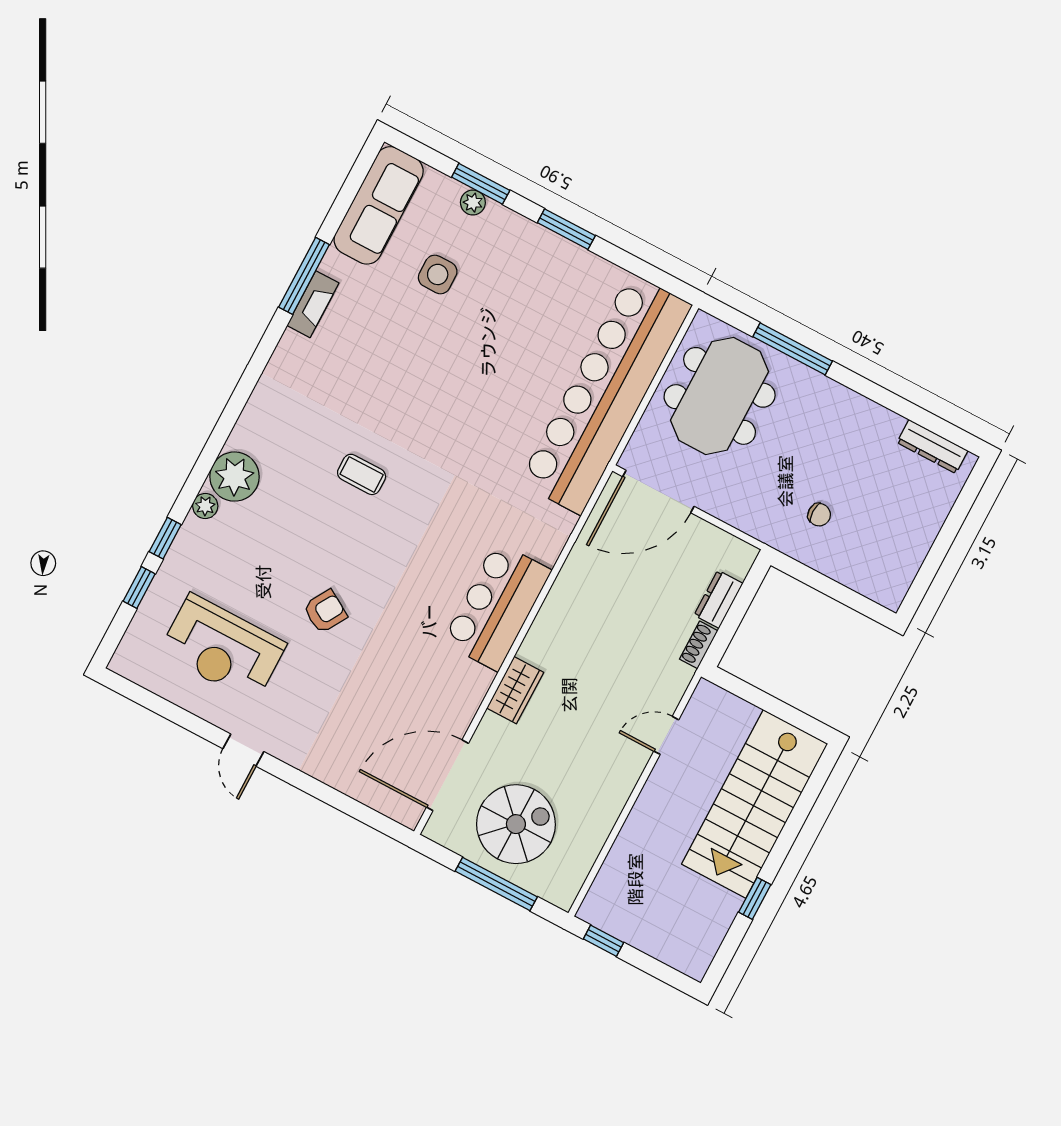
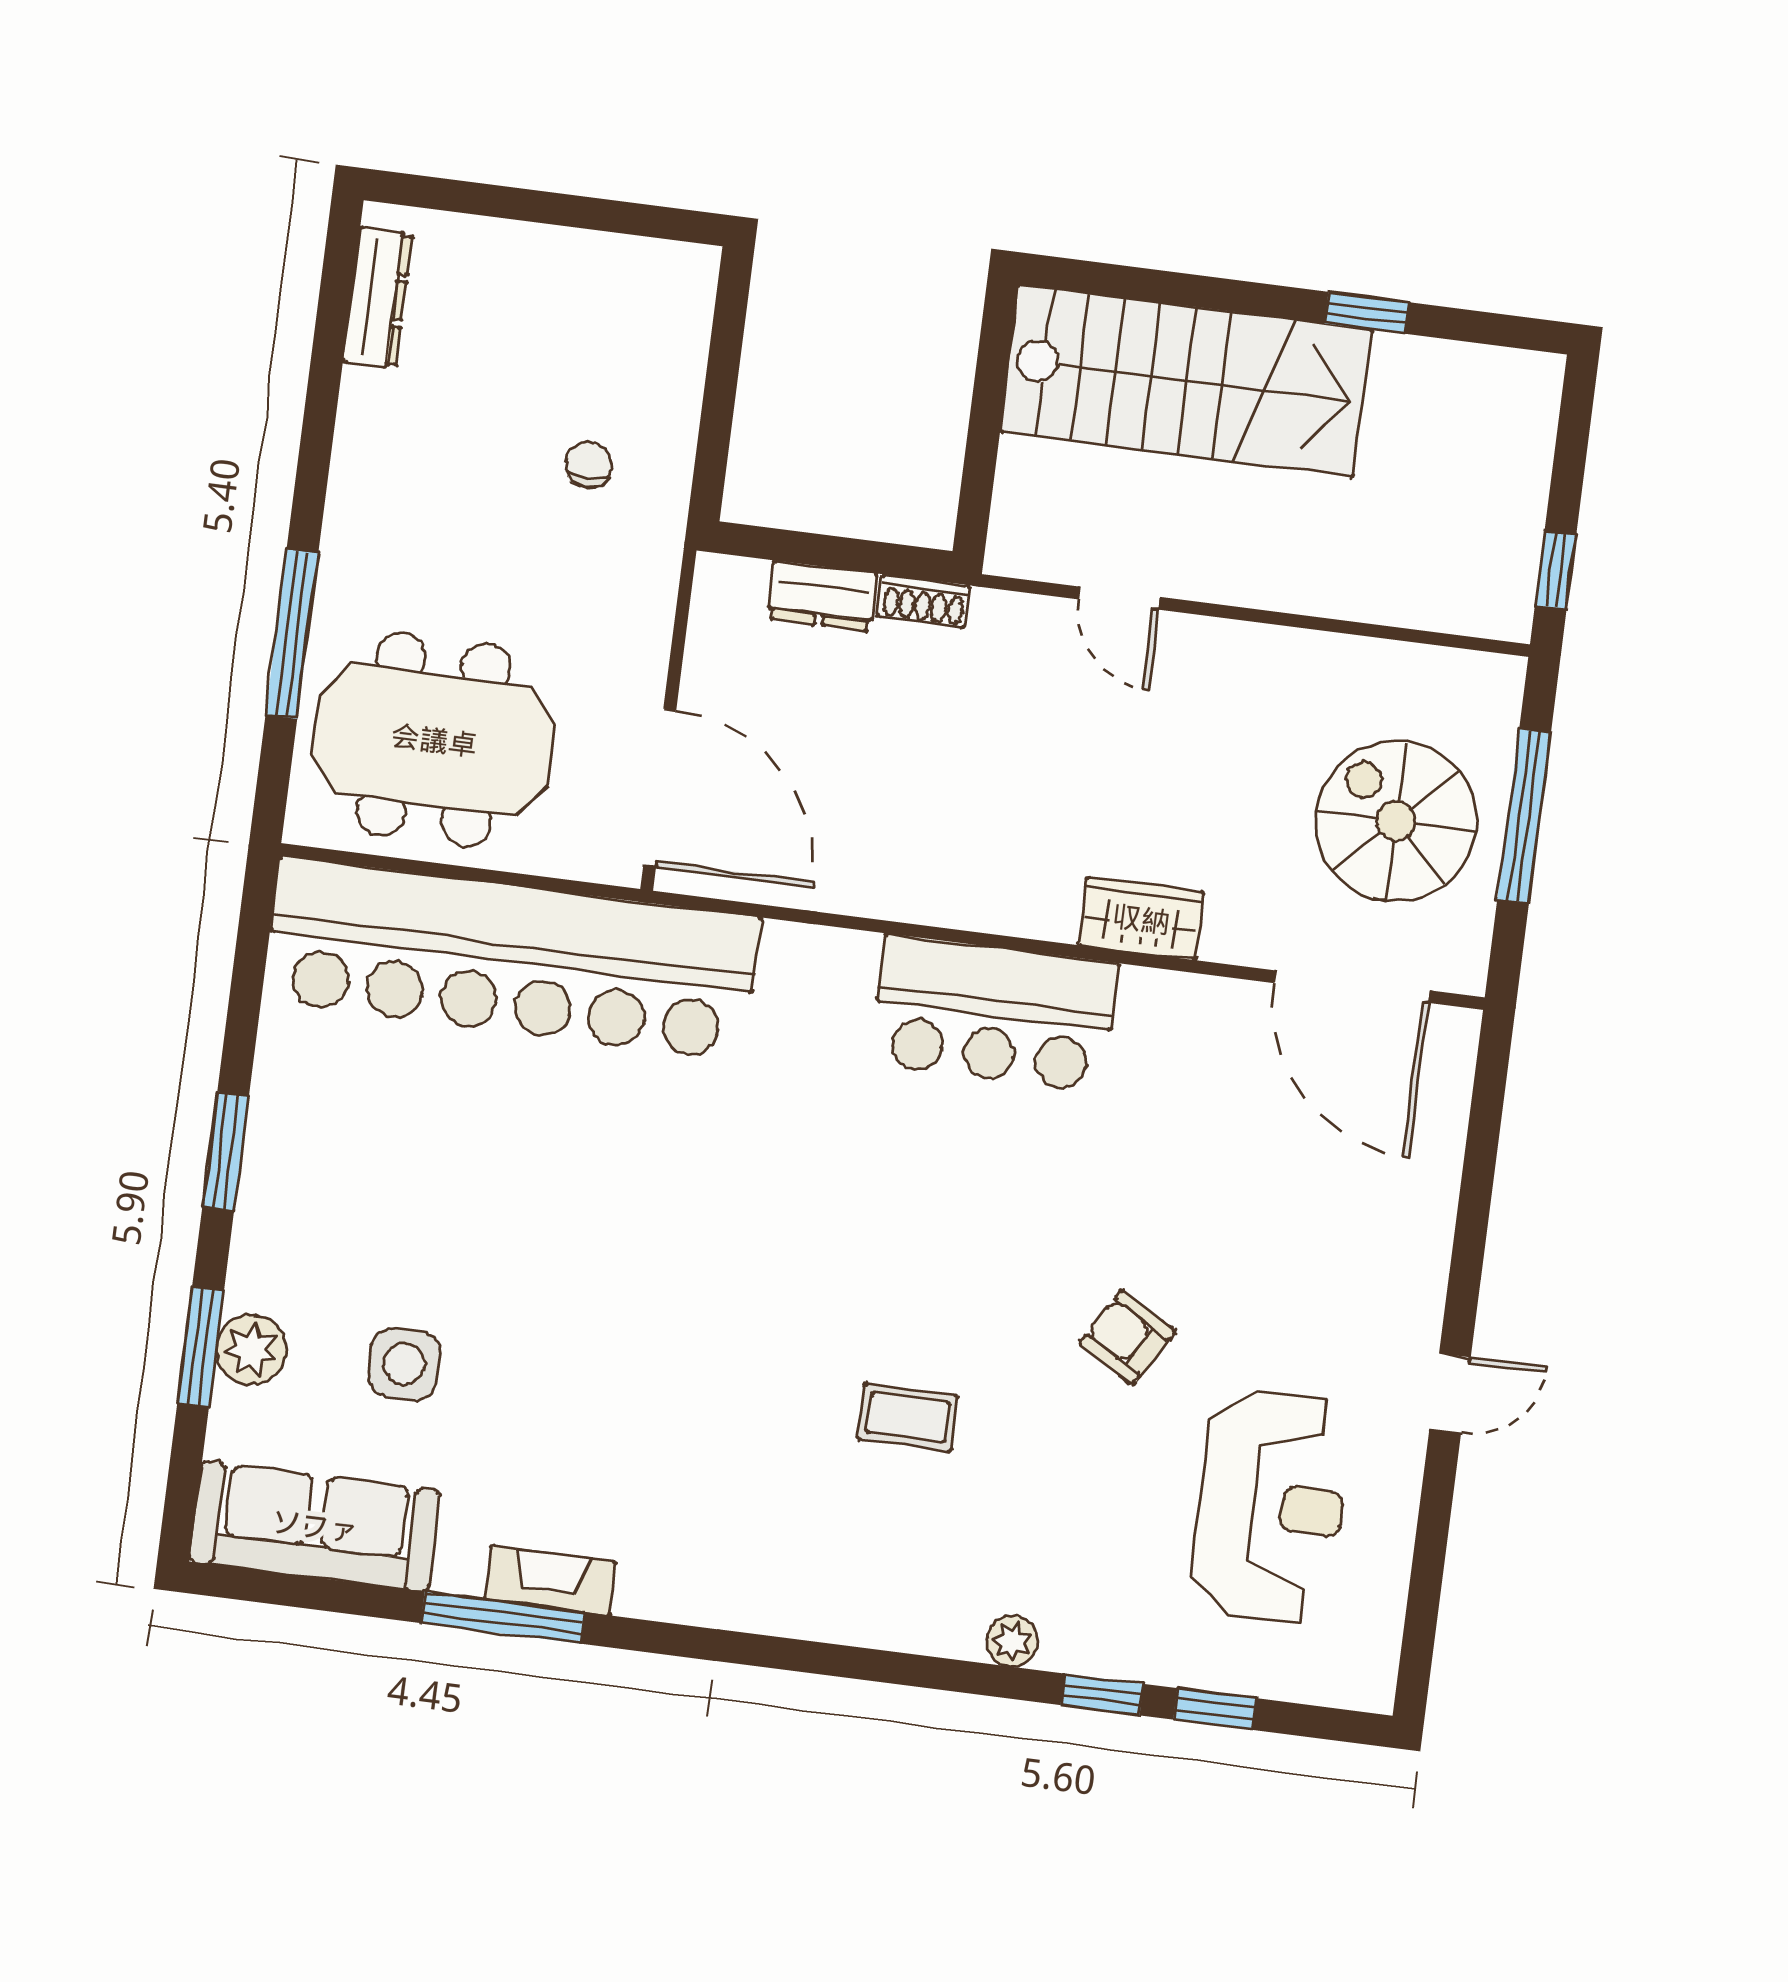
plant: (473, 203) -> (251, 1350), width x1.38, depth x1.38
coffee table: (362, 474) -> (908, 1417), moved, turned 90
plant: (235, 477) -> (935, 1606), removed

